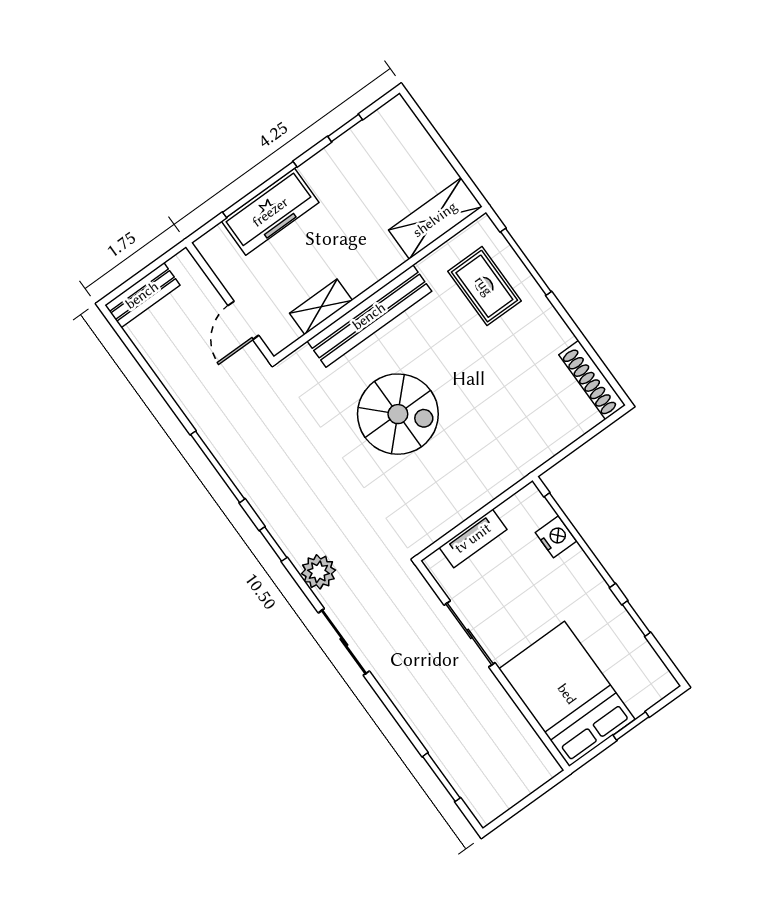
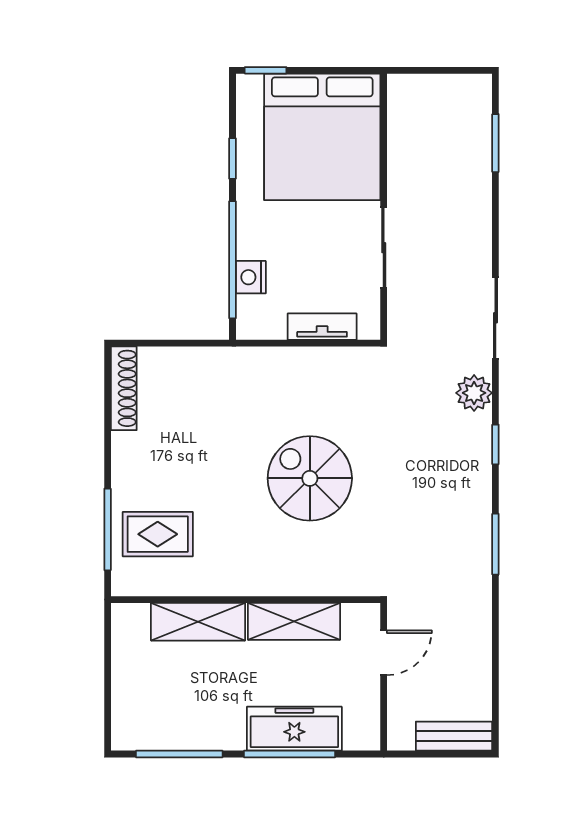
window: (345, 128) -> (179, 754), width x2.17
shelving: (435, 219) -> (198, 622), moved
rug: (484, 286) -> (158, 534), turned 90
shelving: (321, 307) -> (294, 621), width x1.50, depth x1.33
bench: (369, 316) -> (274, 579), removed
window: (218, 467) -> (495, 544), width x0.69
bed: (567, 694) -> (322, 137), width x1.36
window: (631, 726) -> (266, 70), moved

